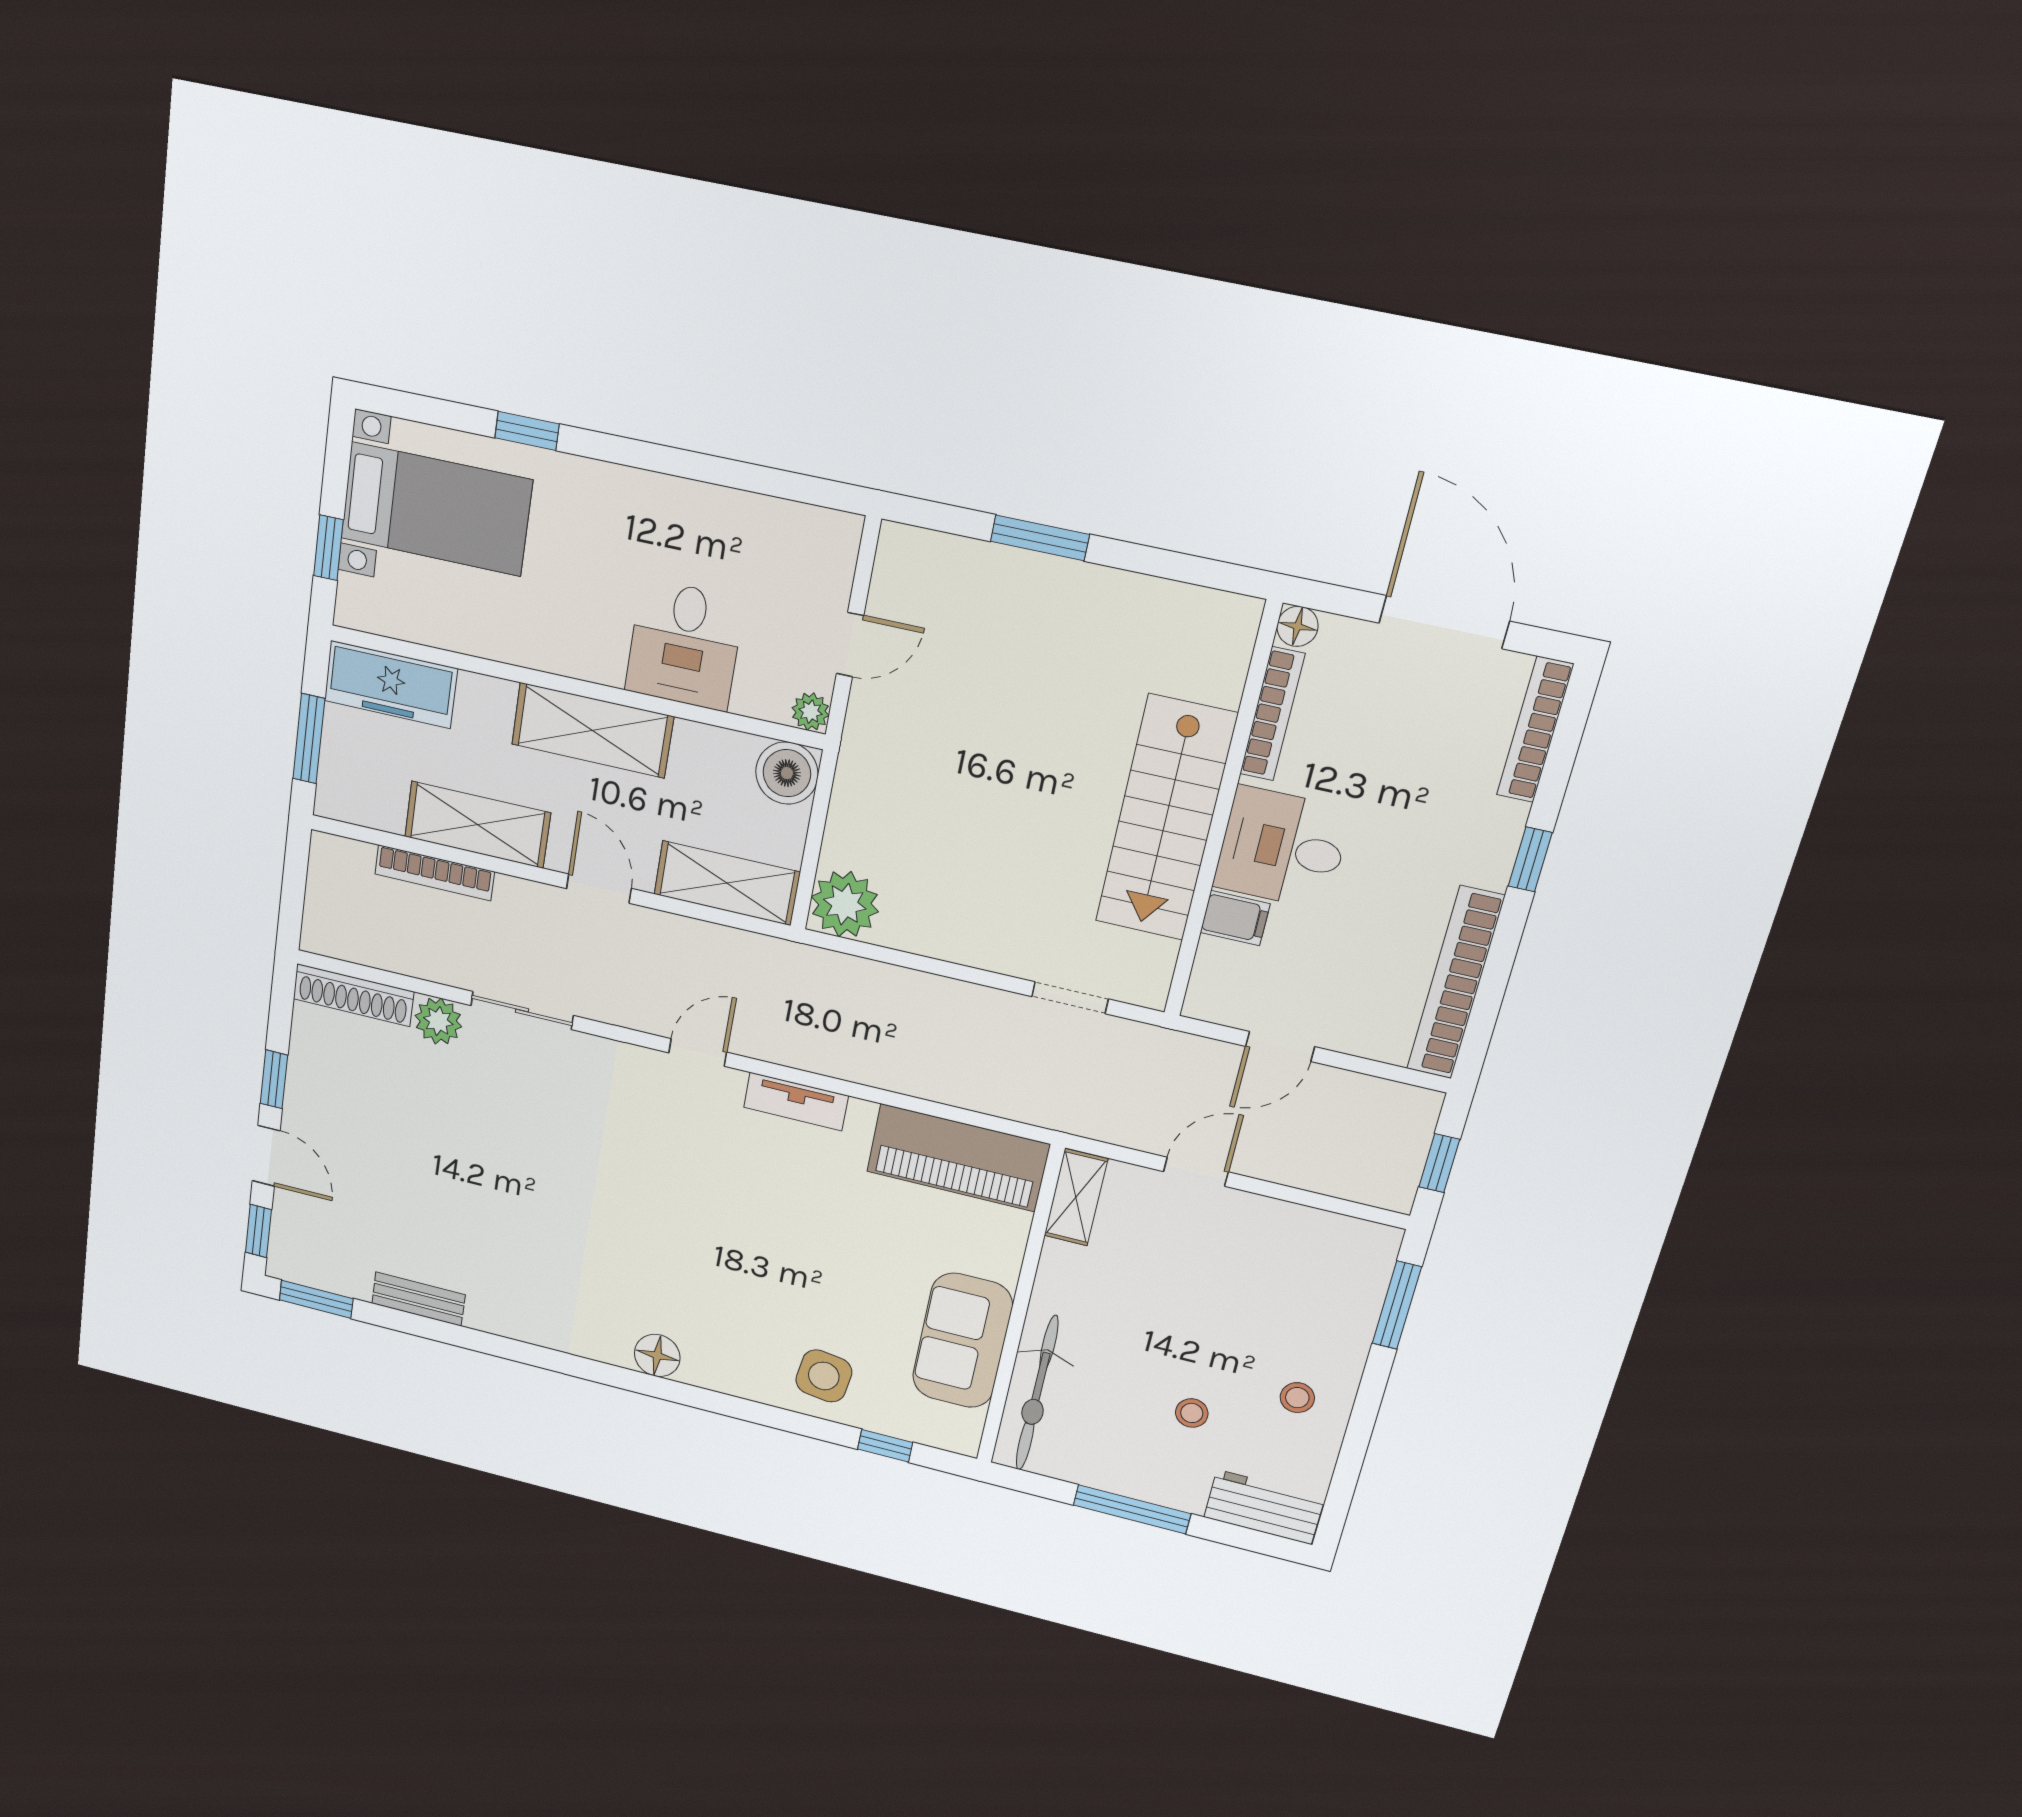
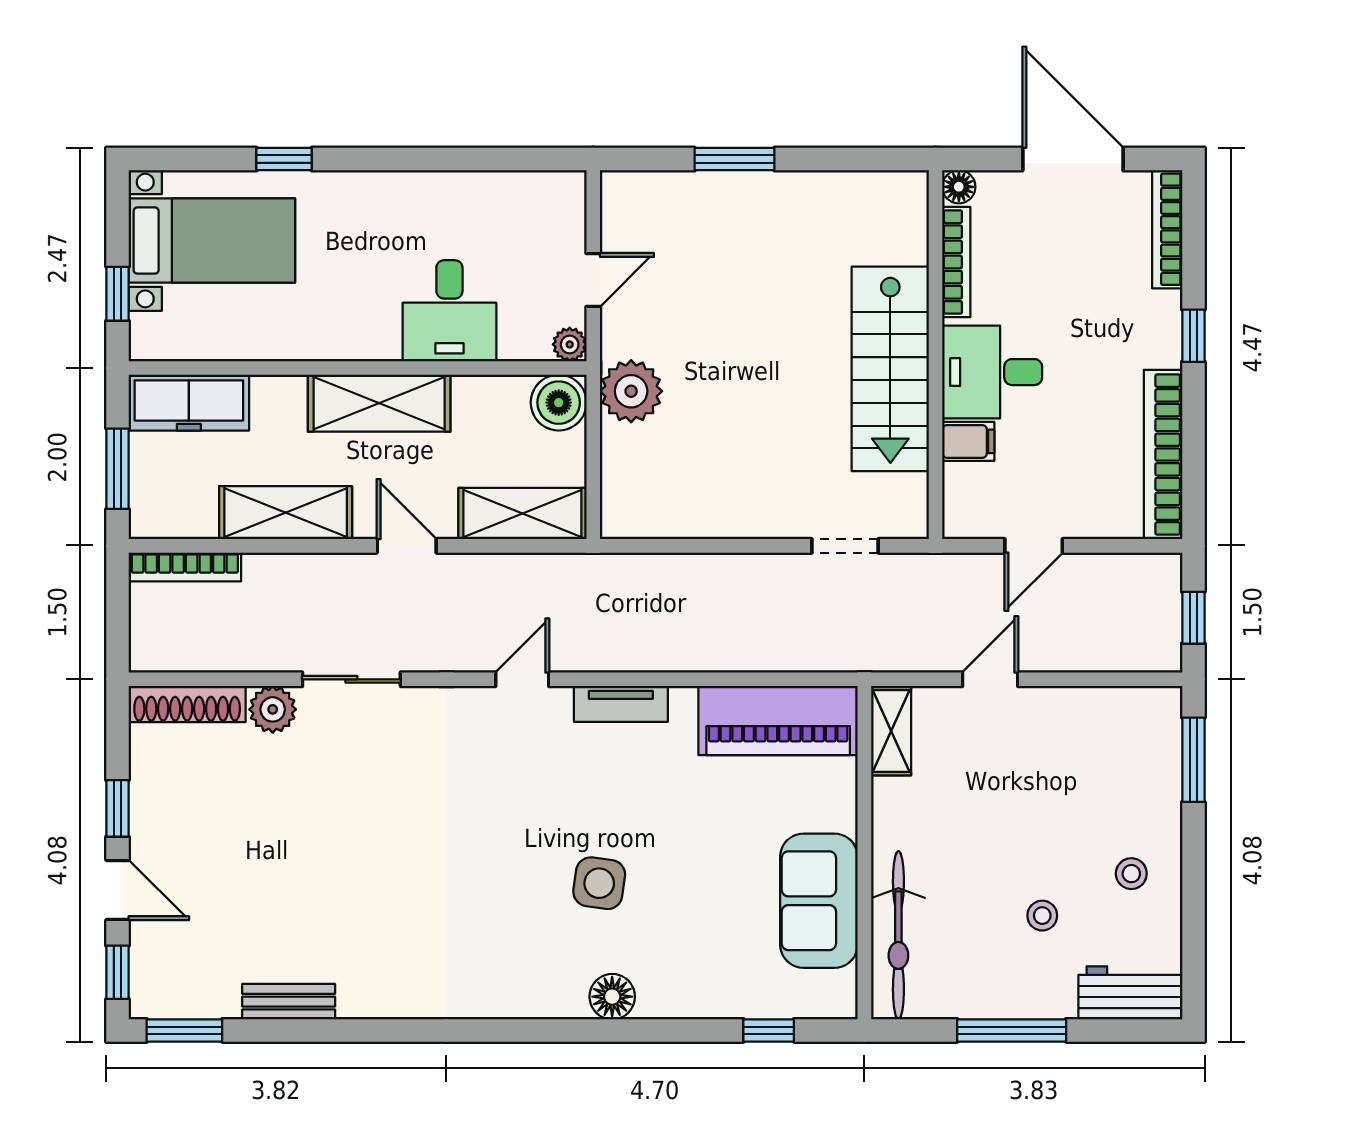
bookcase: (435, 873) -> (185, 567), moved
plant: (845, 904) -> (631, 391), moved
floor lamp: (657, 1355) -> (612, 997), moved
side table: (824, 1376) -> (599, 883), moved

